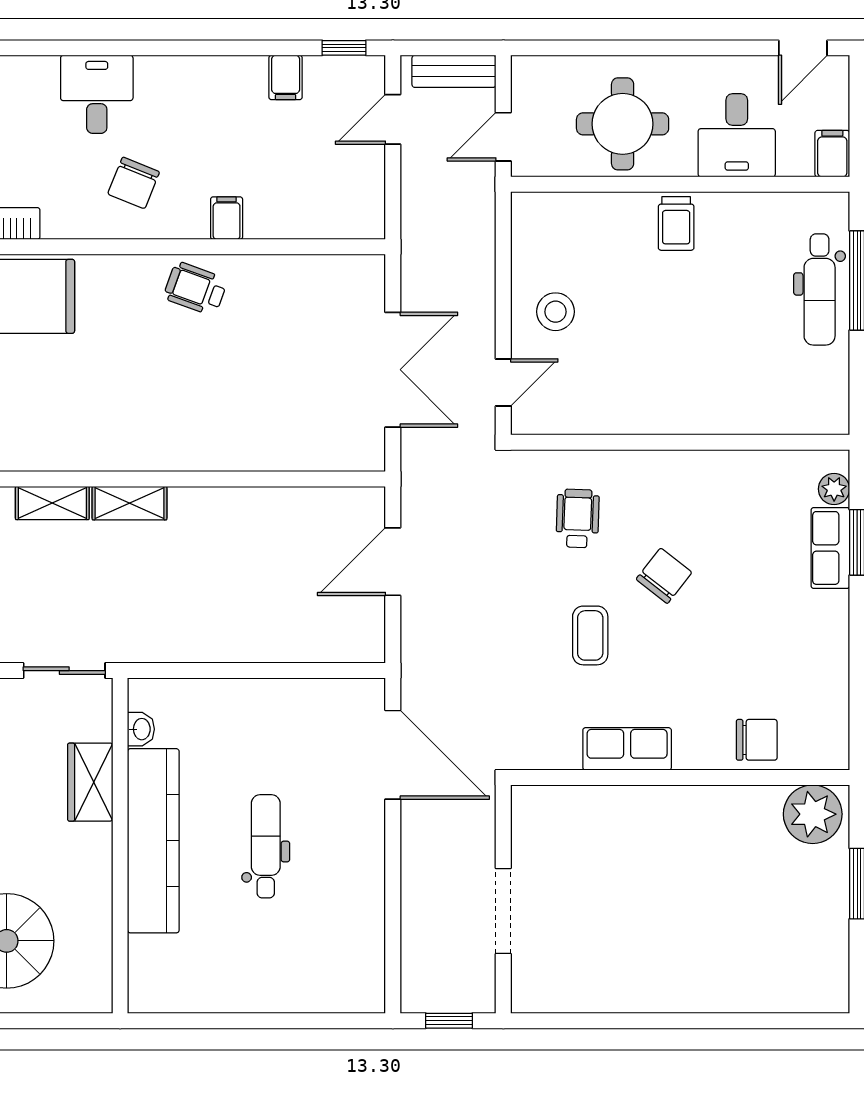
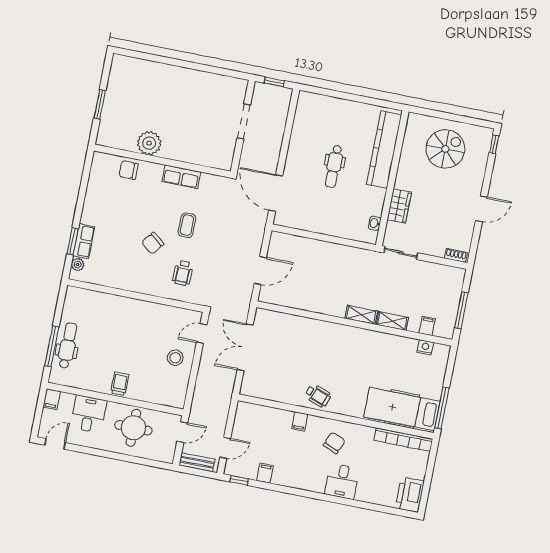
plant: (813, 814) -> (149, 143), moved
kitchen counter: (153, 841) -> (384, 150), moved

